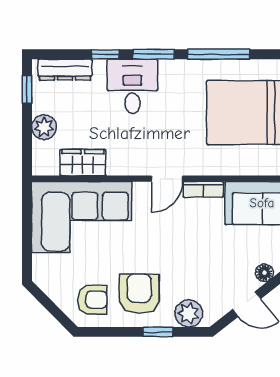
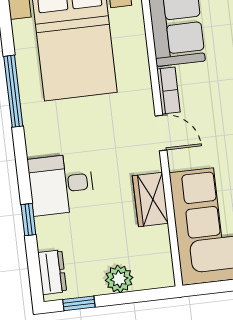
window: (154, 54) -> (22, 165), removed
dresser: (65, 70) -> (52, 272), width x0.70
wardrobe: (83, 163) -> (150, 199), moved

